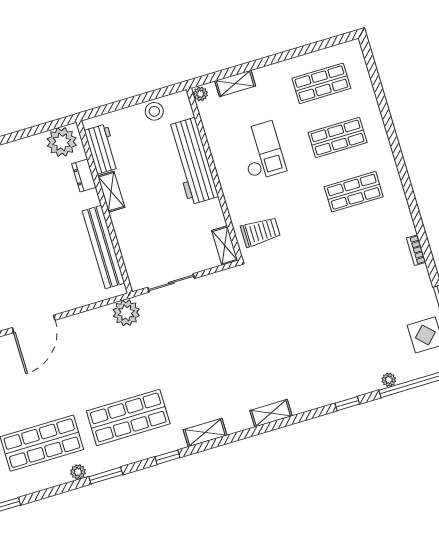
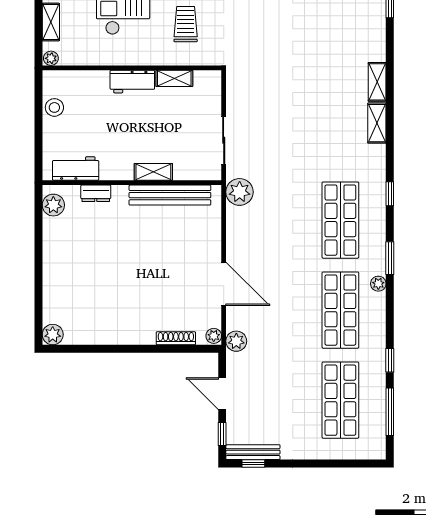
plant: (62, 142) -> (53, 205), width x0.73, depth x0.73
workbench: (192, 161) -> (132, 82), width x0.53, depth x0.76
shelving: (111, 192) -> (153, 172), moved
trolley: (260, 232) -> (186, 24), moved
shelving: (225, 245) -> (174, 78), moved
shelving: (205, 433) -> (377, 123), moved

